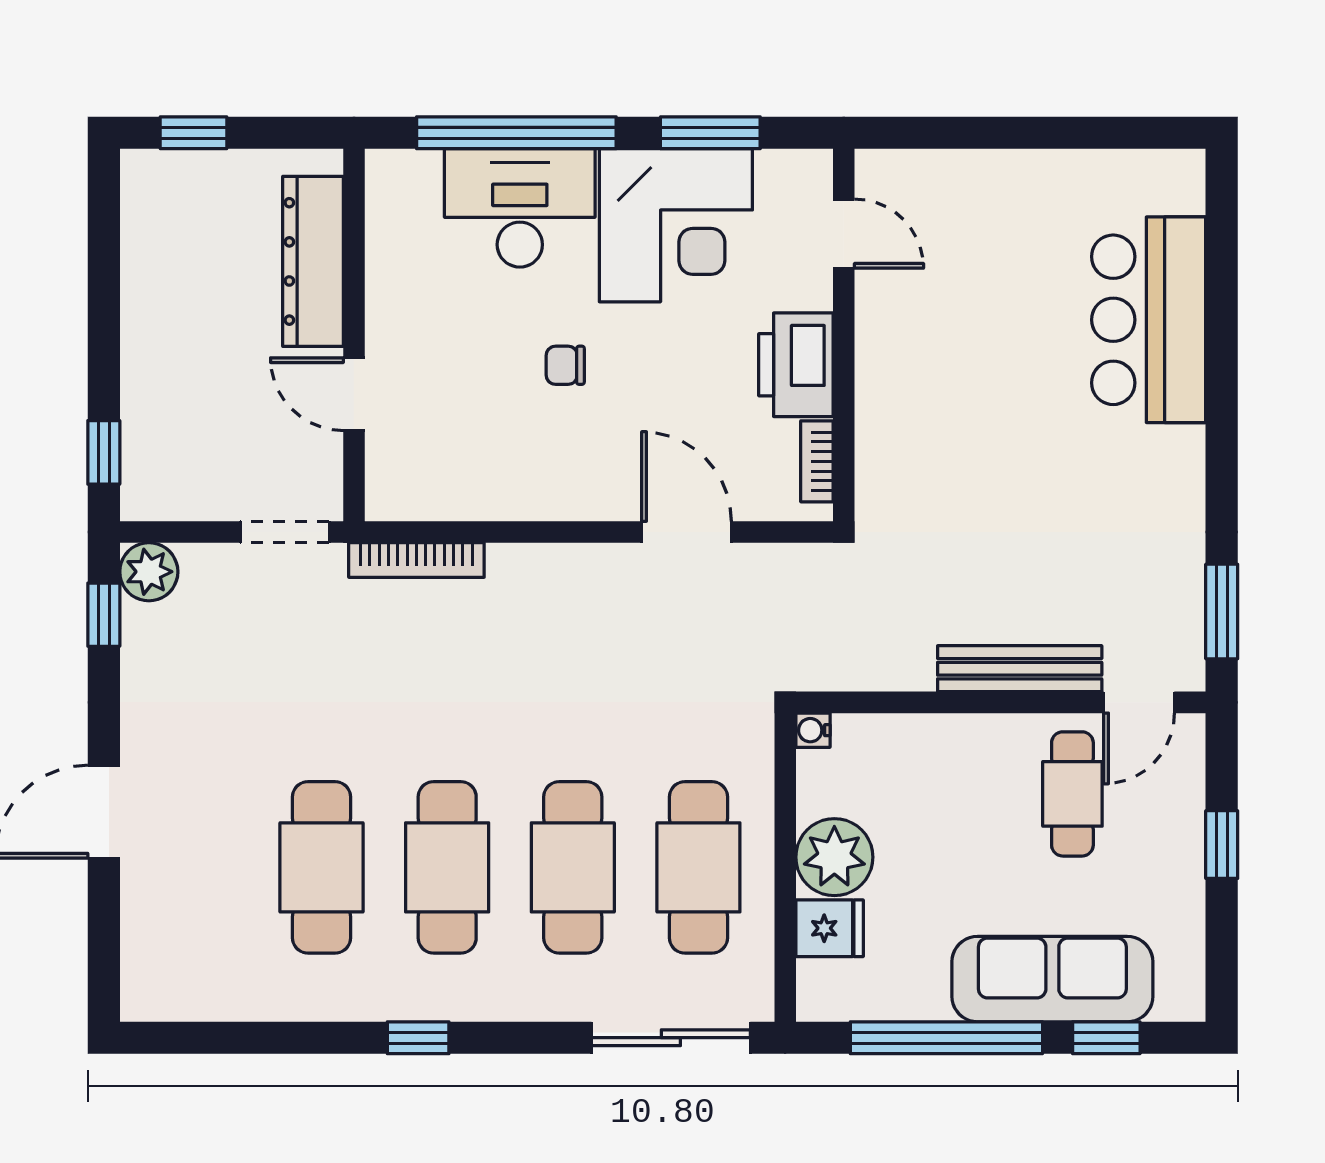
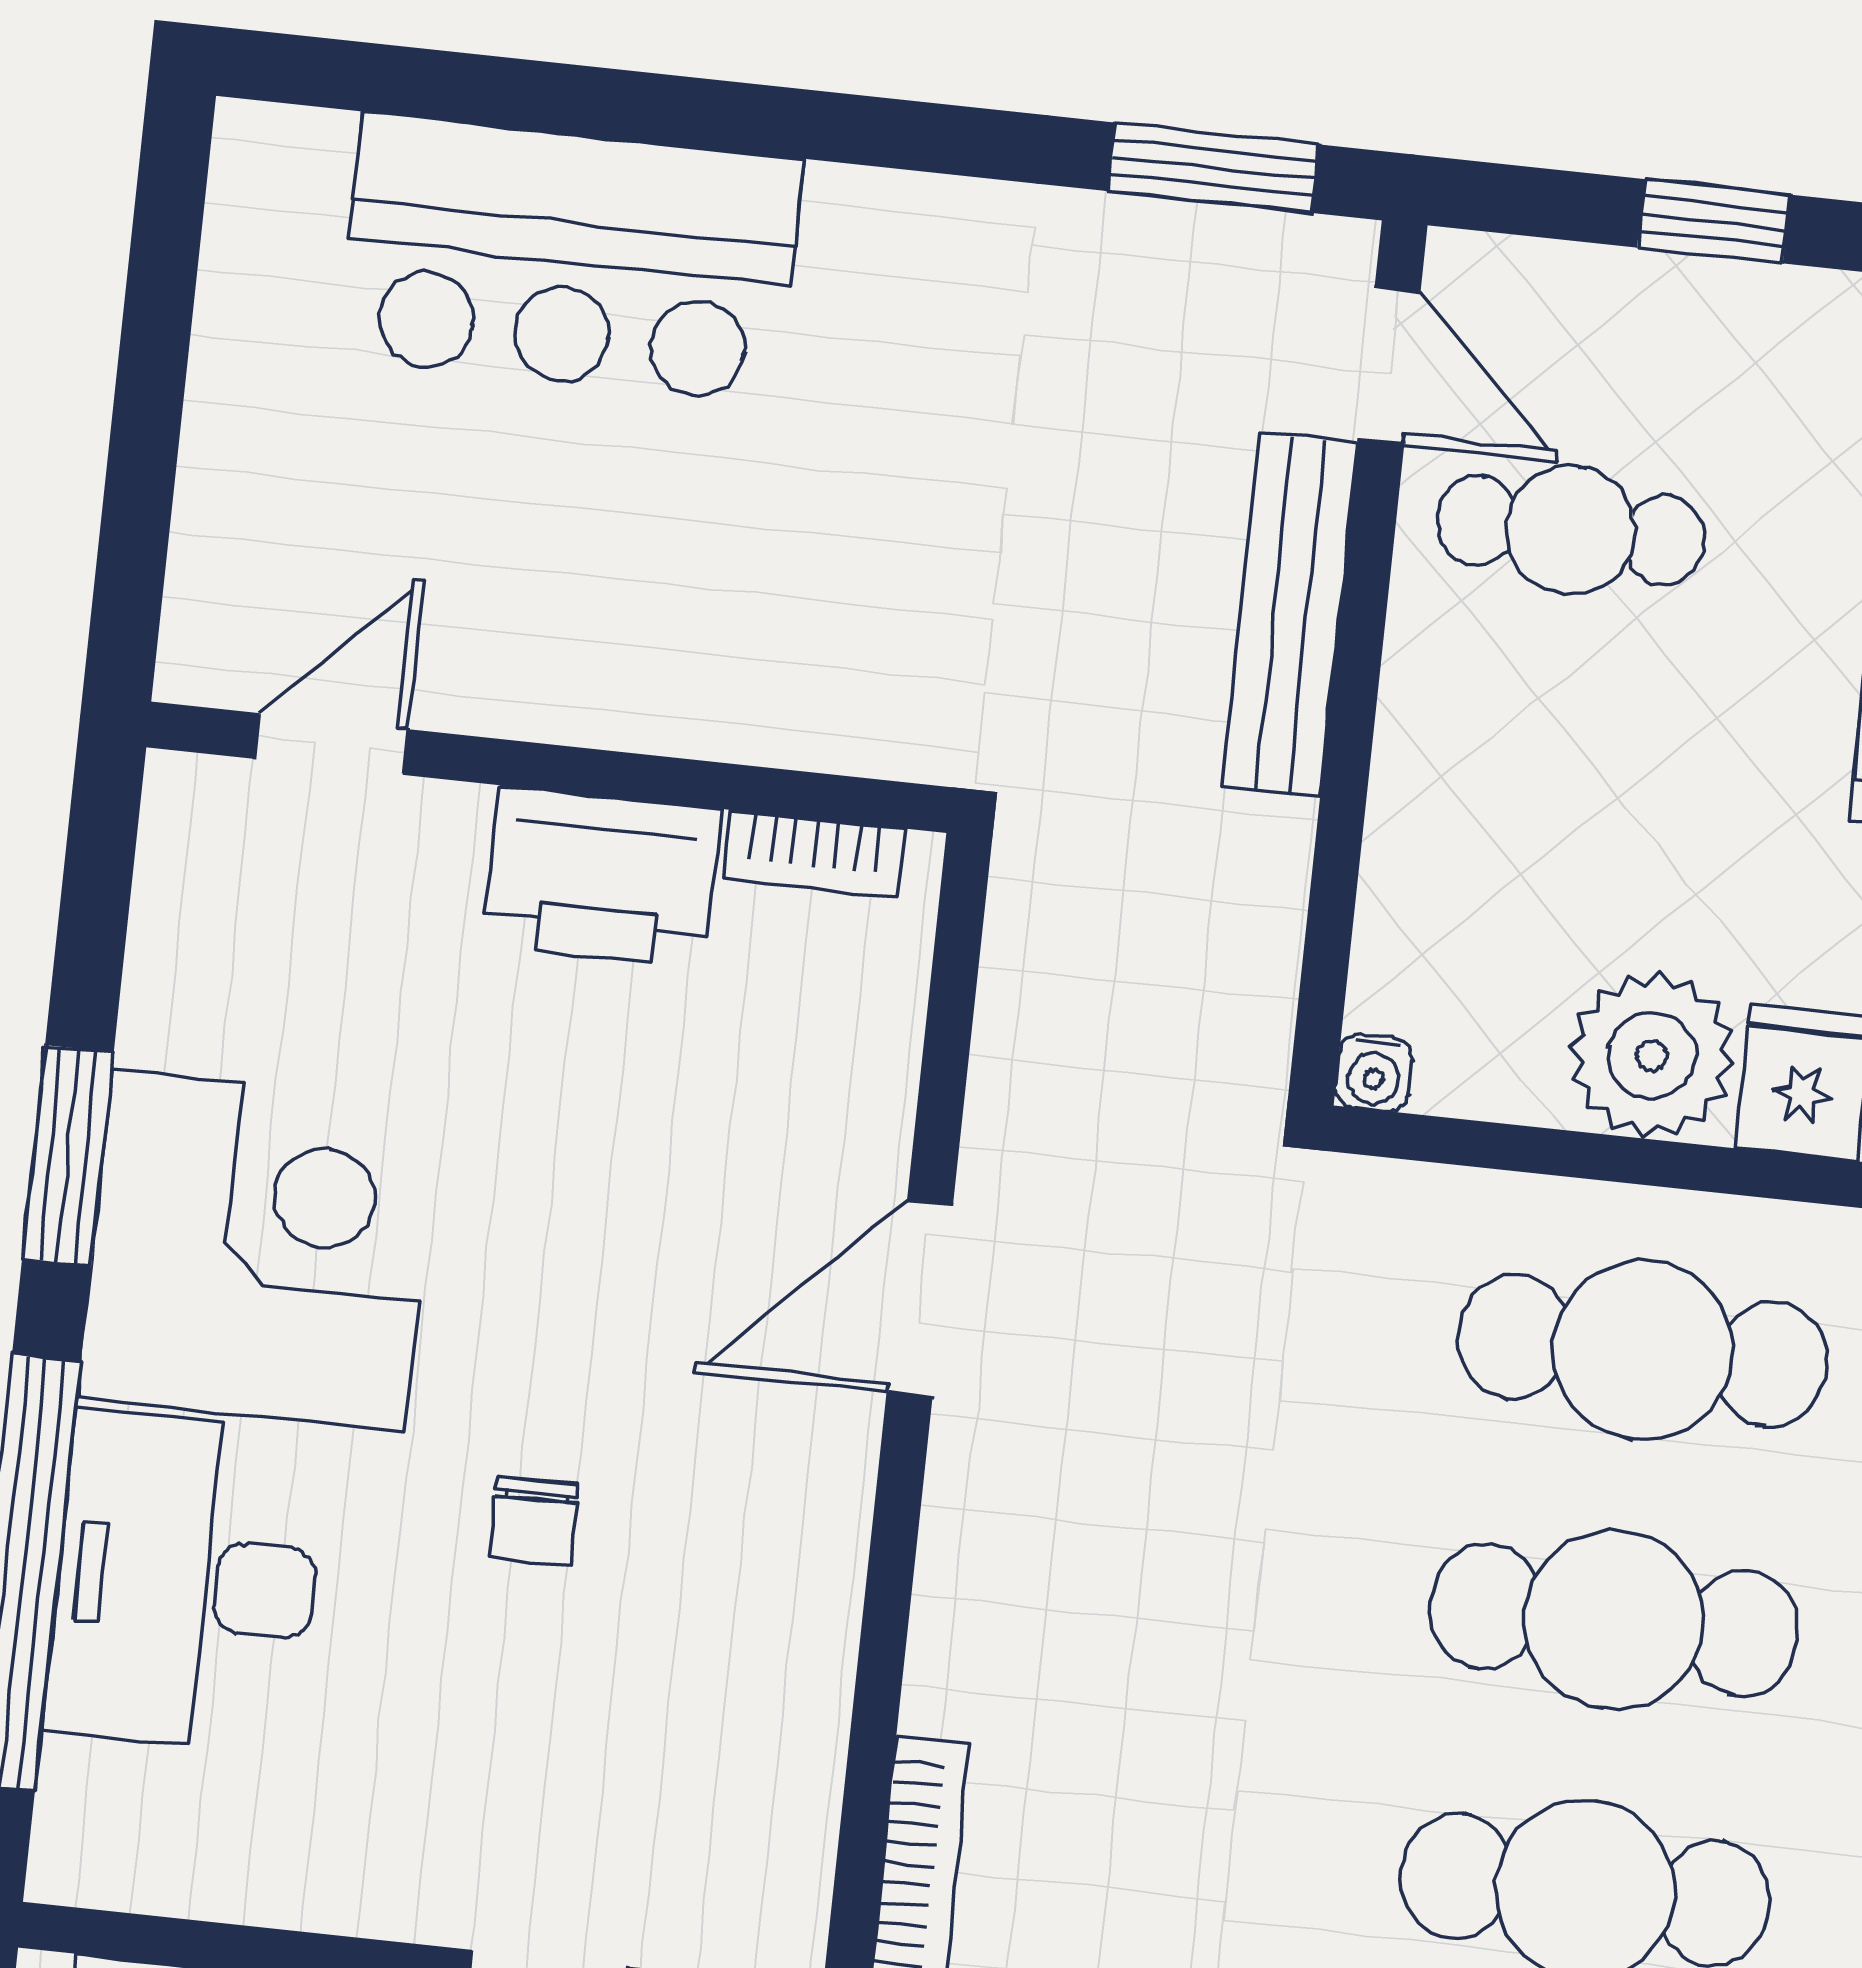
door: (844, 234) -> (331, 744), moved
wall: (844, 335) -> (549, 767), moved
printer: (796, 365) -> (602, 877), moved
bookcase: (817, 461) -> (814, 854), moved

